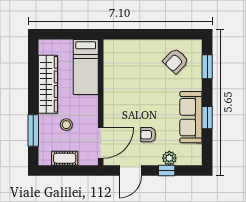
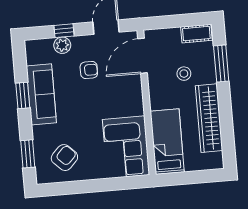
corner sofa: (122, 65) -> (126, 147), added
cot: (65, 158) -> (196, 34), moved

